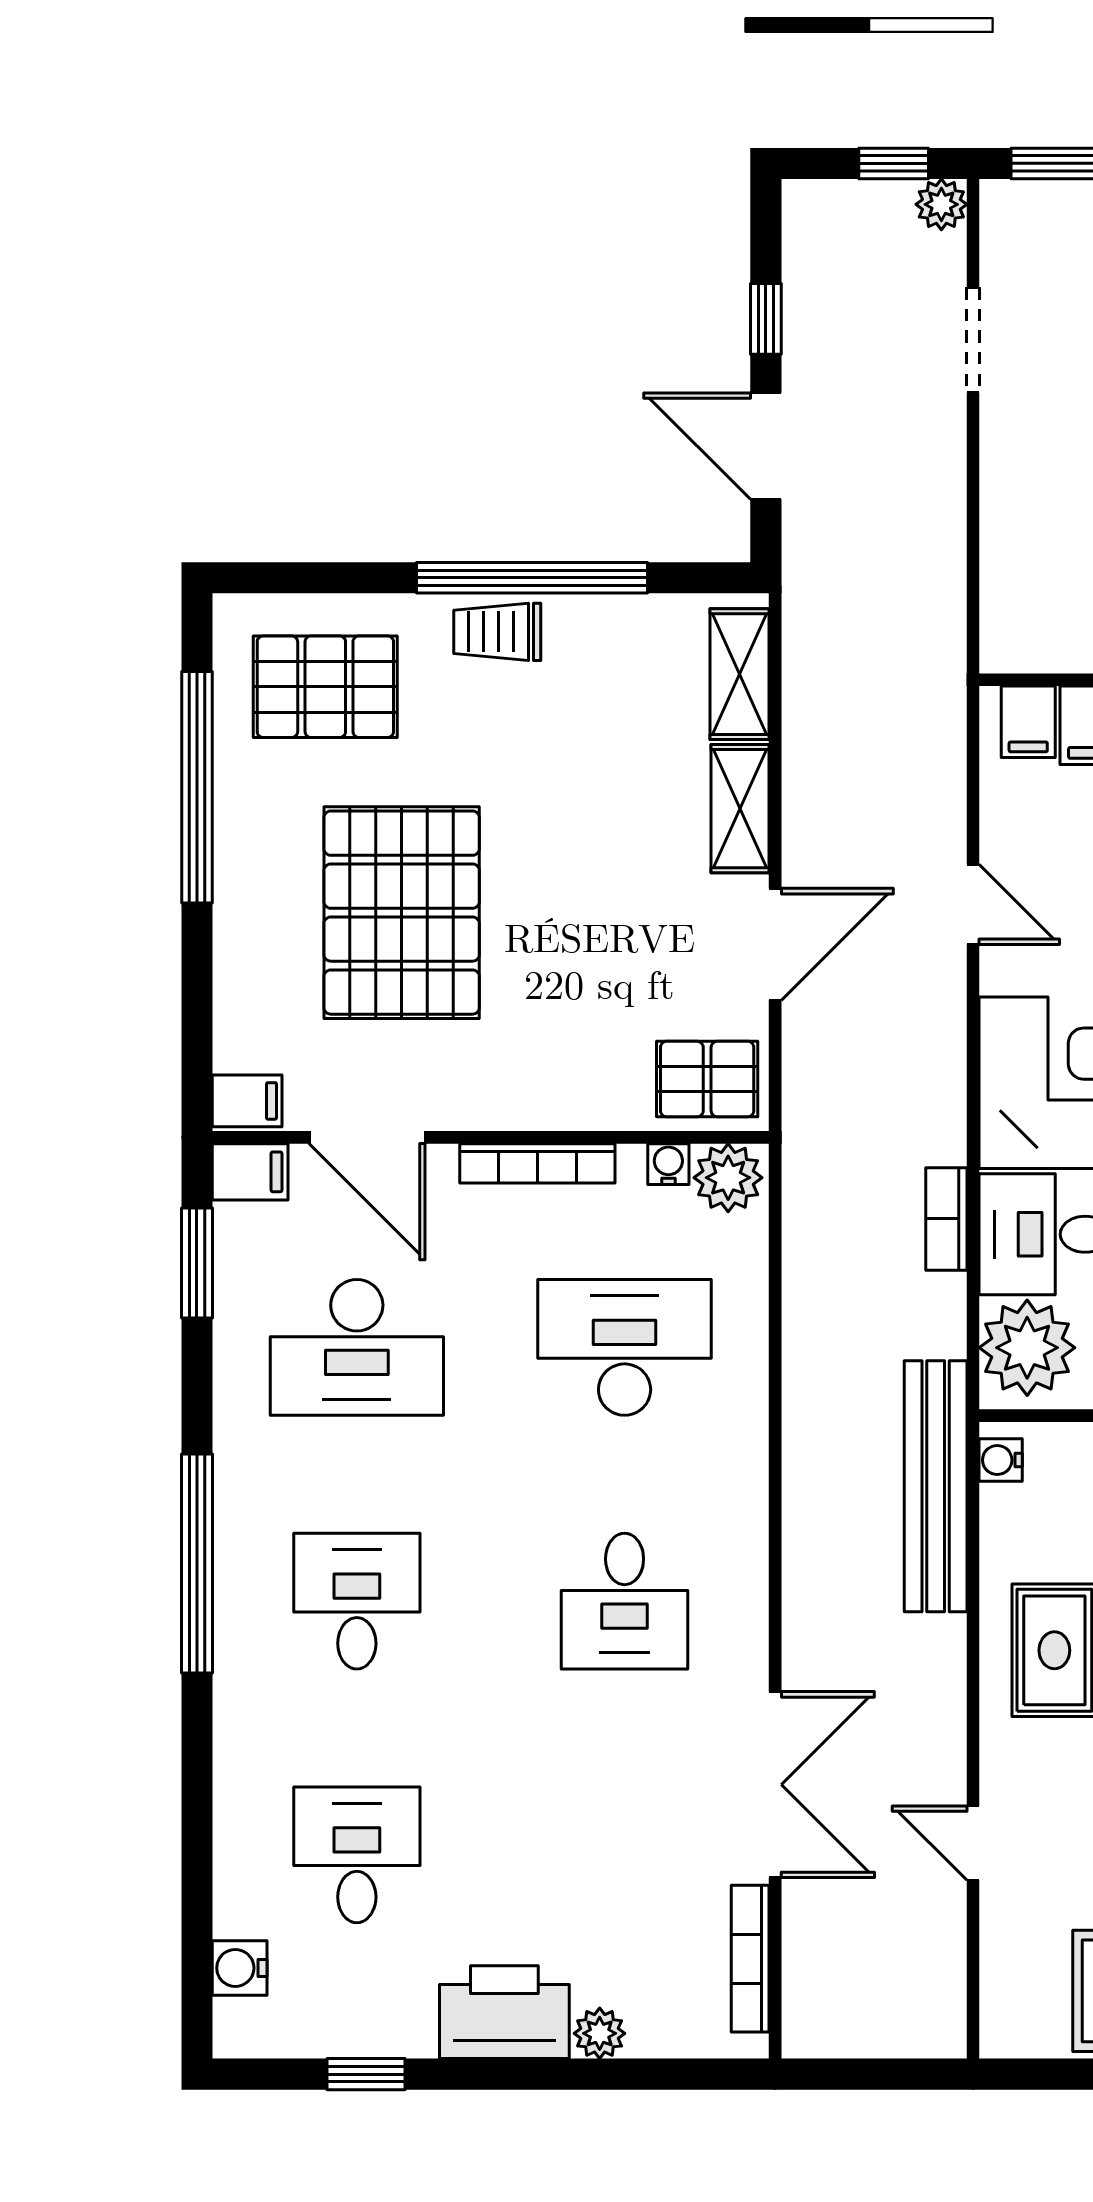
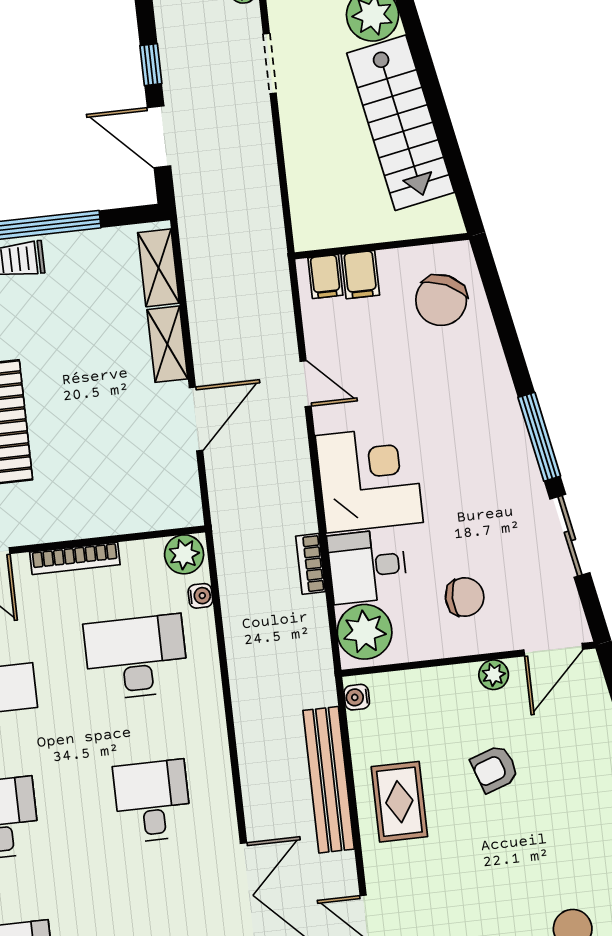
pallet: (707, 1079) -> (166, 500), removed
water cooler: (668, 1164) -> (200, 596), moved, turned 90
bench: (936, 1486) -> (329, 780), moved
desk: (625, 1601) -> (152, 801), turned 180

